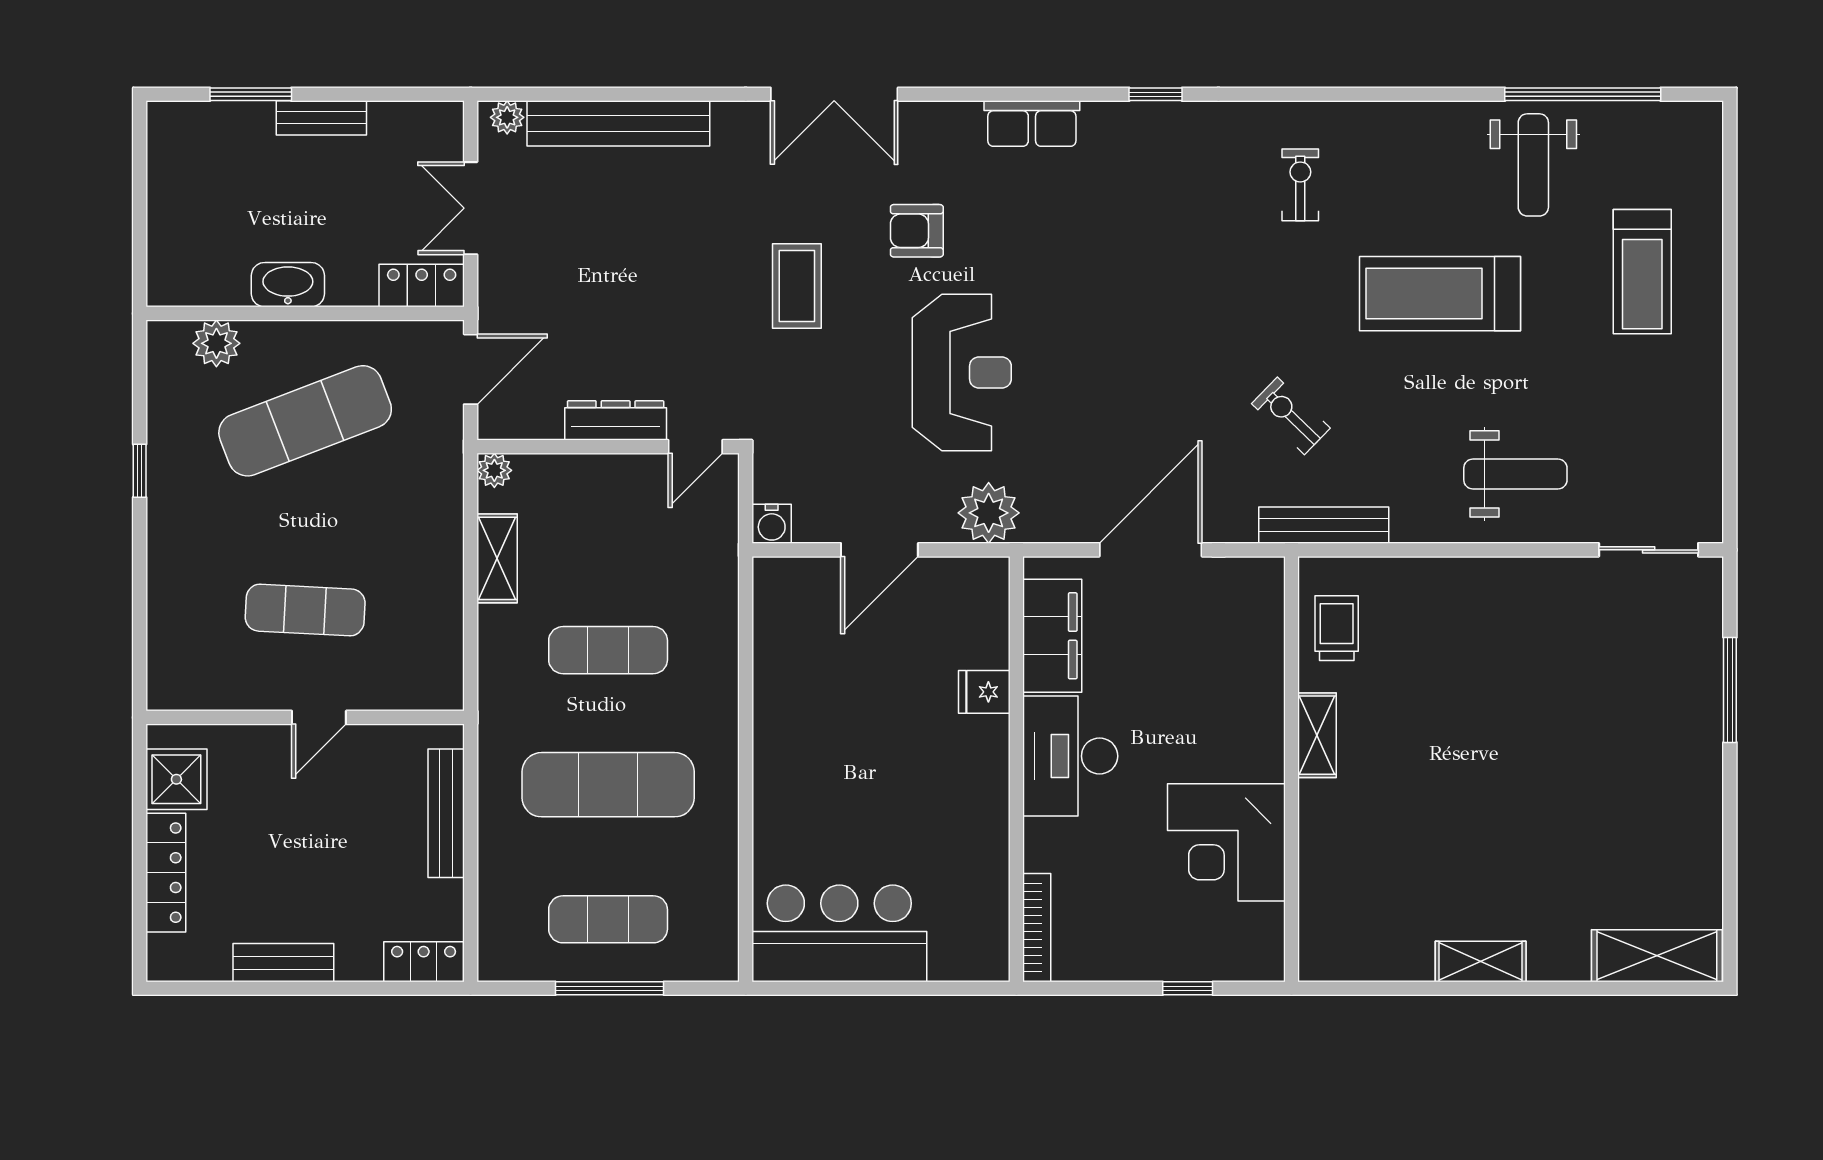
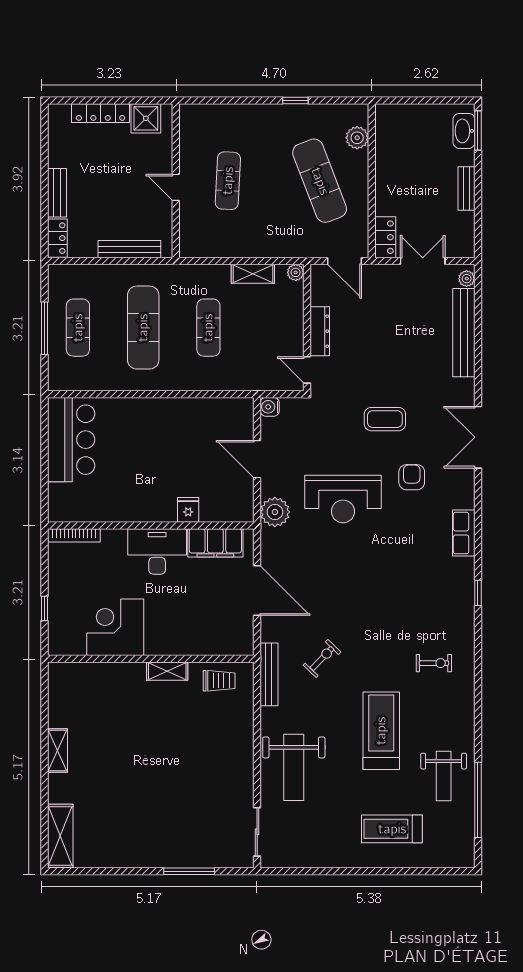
window: (251, 94) -> (478, 131), moved
weight bench: (1533, 165) -> (444, 776), turned -90
washbasin: (288, 285) -> (464, 131), moved, turned 180
weight bench: (1515, 474) -> (294, 767), width x1.36, depth x1.33
bench: (283, 963) -> (57, 193), moved

